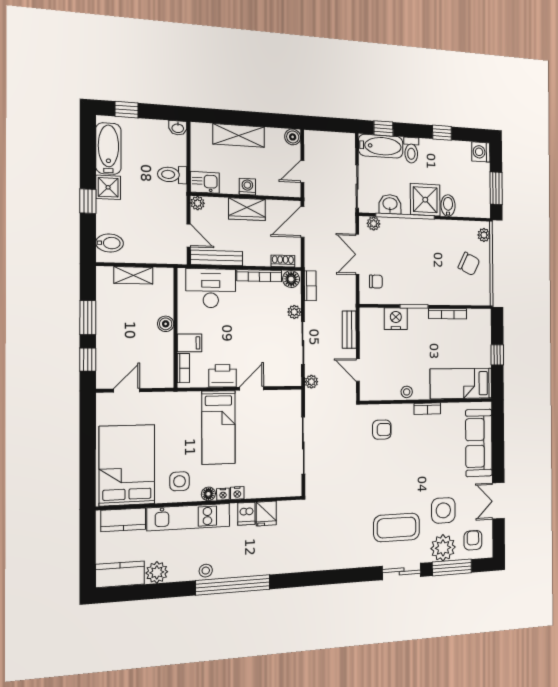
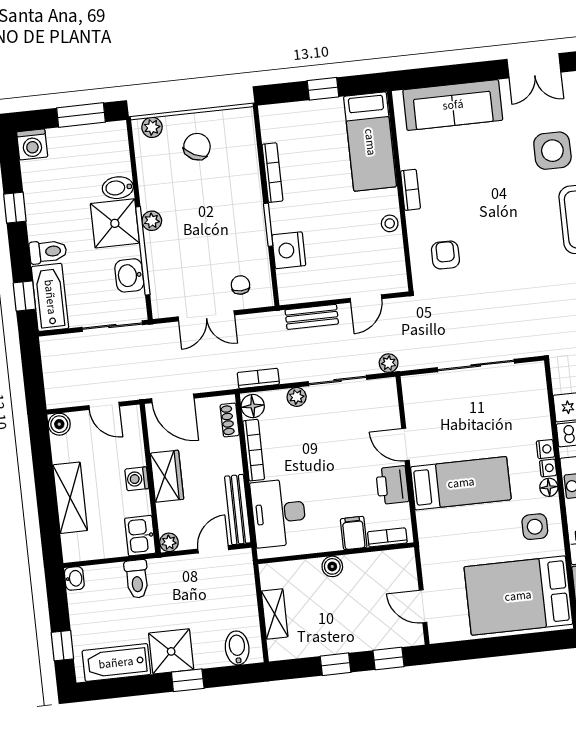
shower: (108, 187) -> (171, 651), width x1.36, depth x1.36
plant: (374, 224) -> (152, 221), moved
window: (88, 318) -> (336, 664), width x0.67

